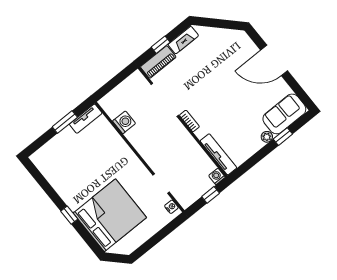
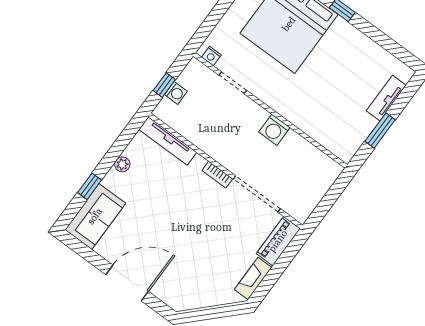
window: (161, 45) -> (281, 265), removed
tv unit: (86, 119) -> (386, 98), moved
washing machine: (124, 122) -> (274, 130), moved
plant: (267, 137) -> (122, 164), moved
washing machine: (217, 176) -> (176, 93), moved

